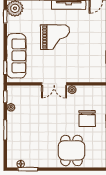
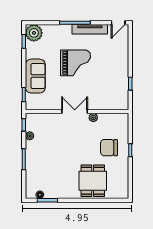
sofa: (16, 56) -> (35, 76), width x0.73
double door: (54, 84) -> (75, 111), swing flipped
chair: (87, 119) -> (109, 148), turned 90

